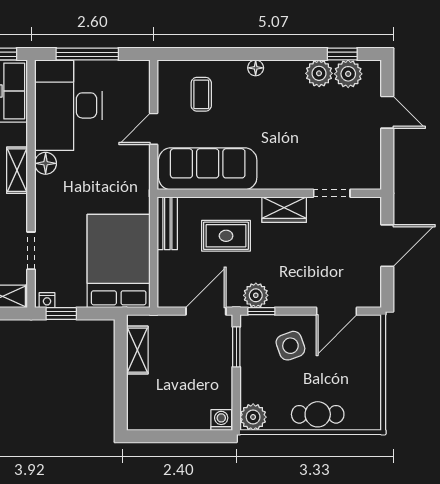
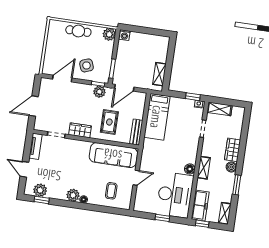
window: (87, 54) -> (162, 218), width x0.46
plant: (319, 73) -> (73, 195), moved
tv unit: (371, 163) -> (36, 146), added
rug: (226, 236) -> (109, 122), turned 90
bed: (119, 261) -> (157, 117), width x0.67

